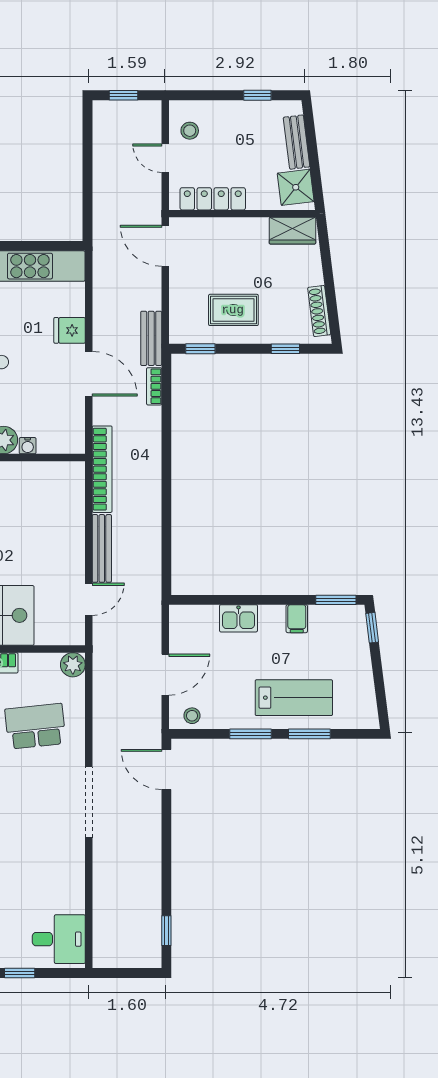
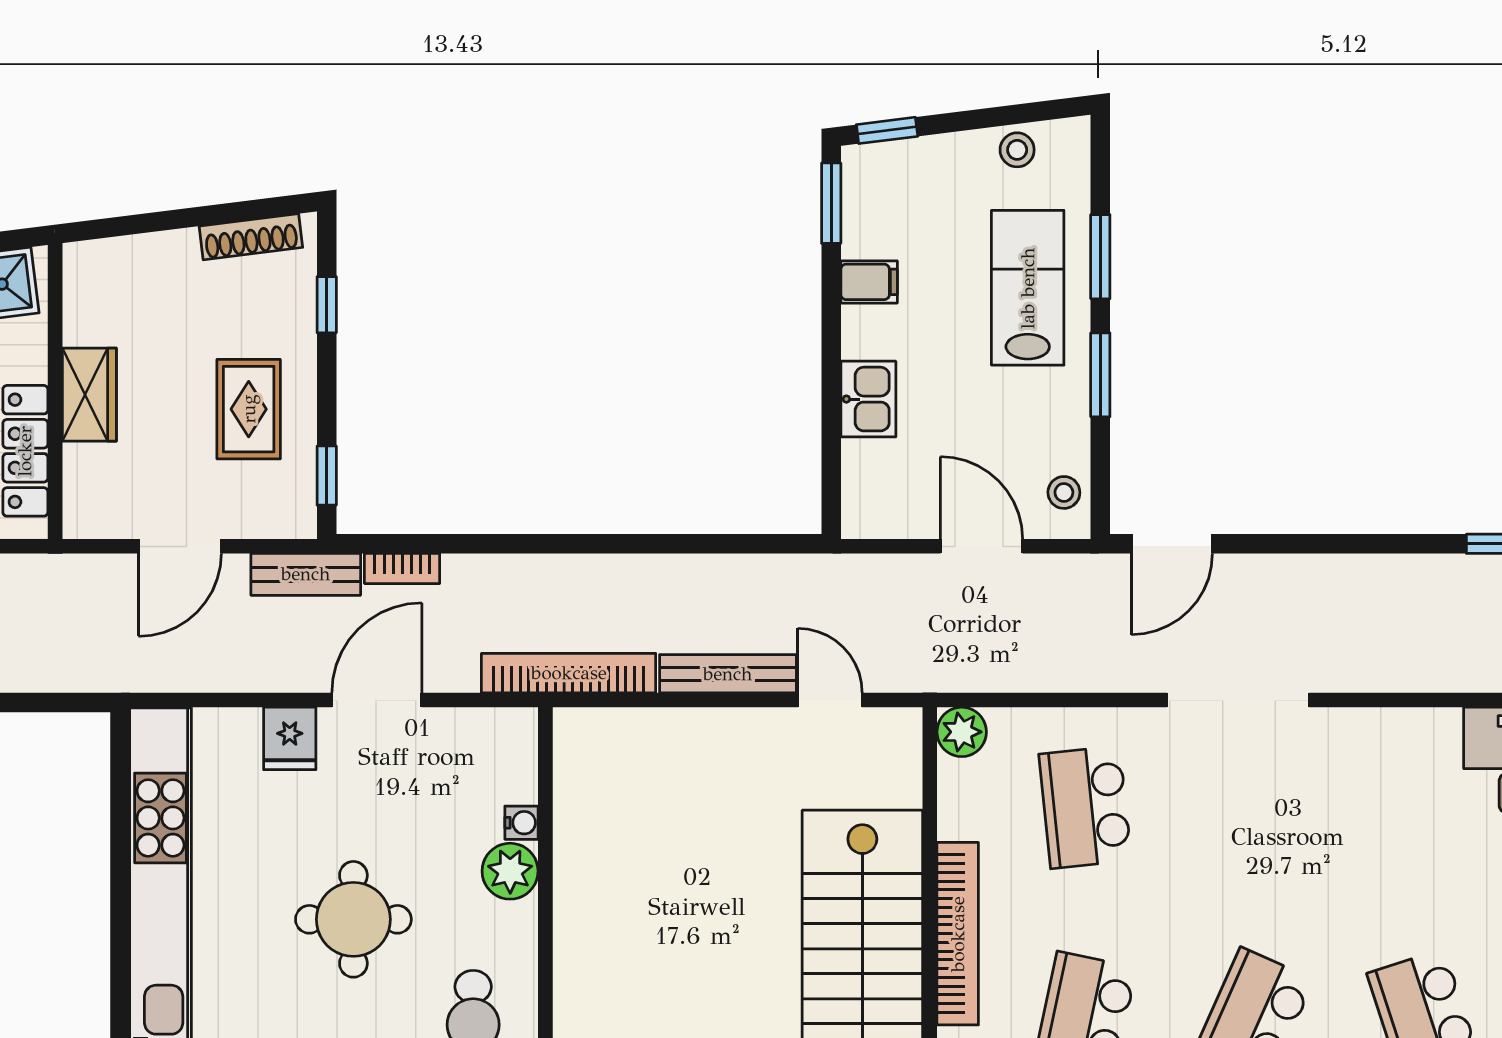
wardrobe: (292, 231) -> (89, 395), moved
door: (165, 246) -> (180, 546), moved
stool: (362, 692) -> (1017, 150), added

